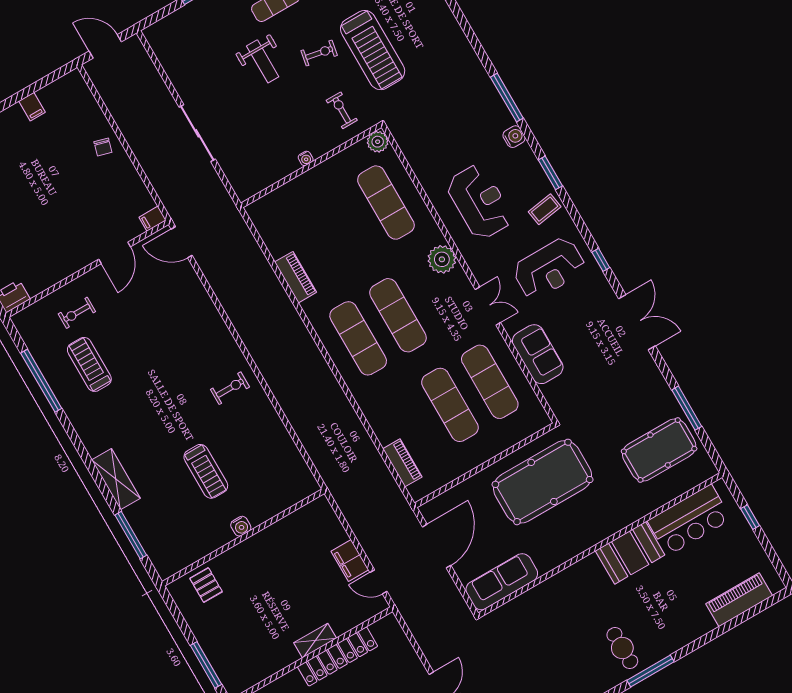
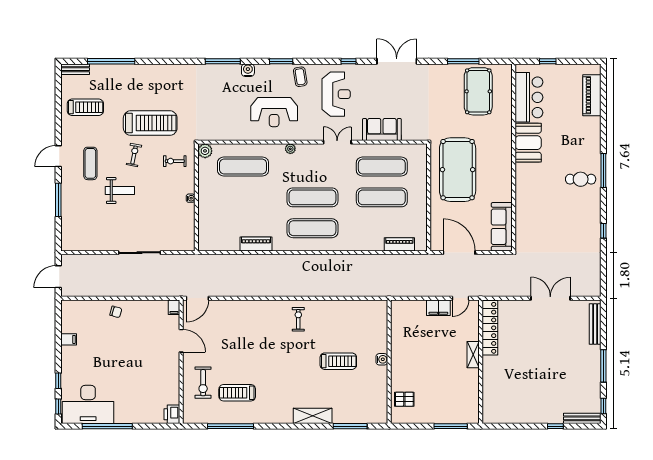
reception desk: (479, 202) -> (274, 112), turned 180
plant: (442, 259) -> (290, 149), width x0.53, depth x0.53
exercise bike: (77, 313) -> (203, 383), width x1.38, depth x1.39
locker: (338, 656) -> (490, 328), moved

